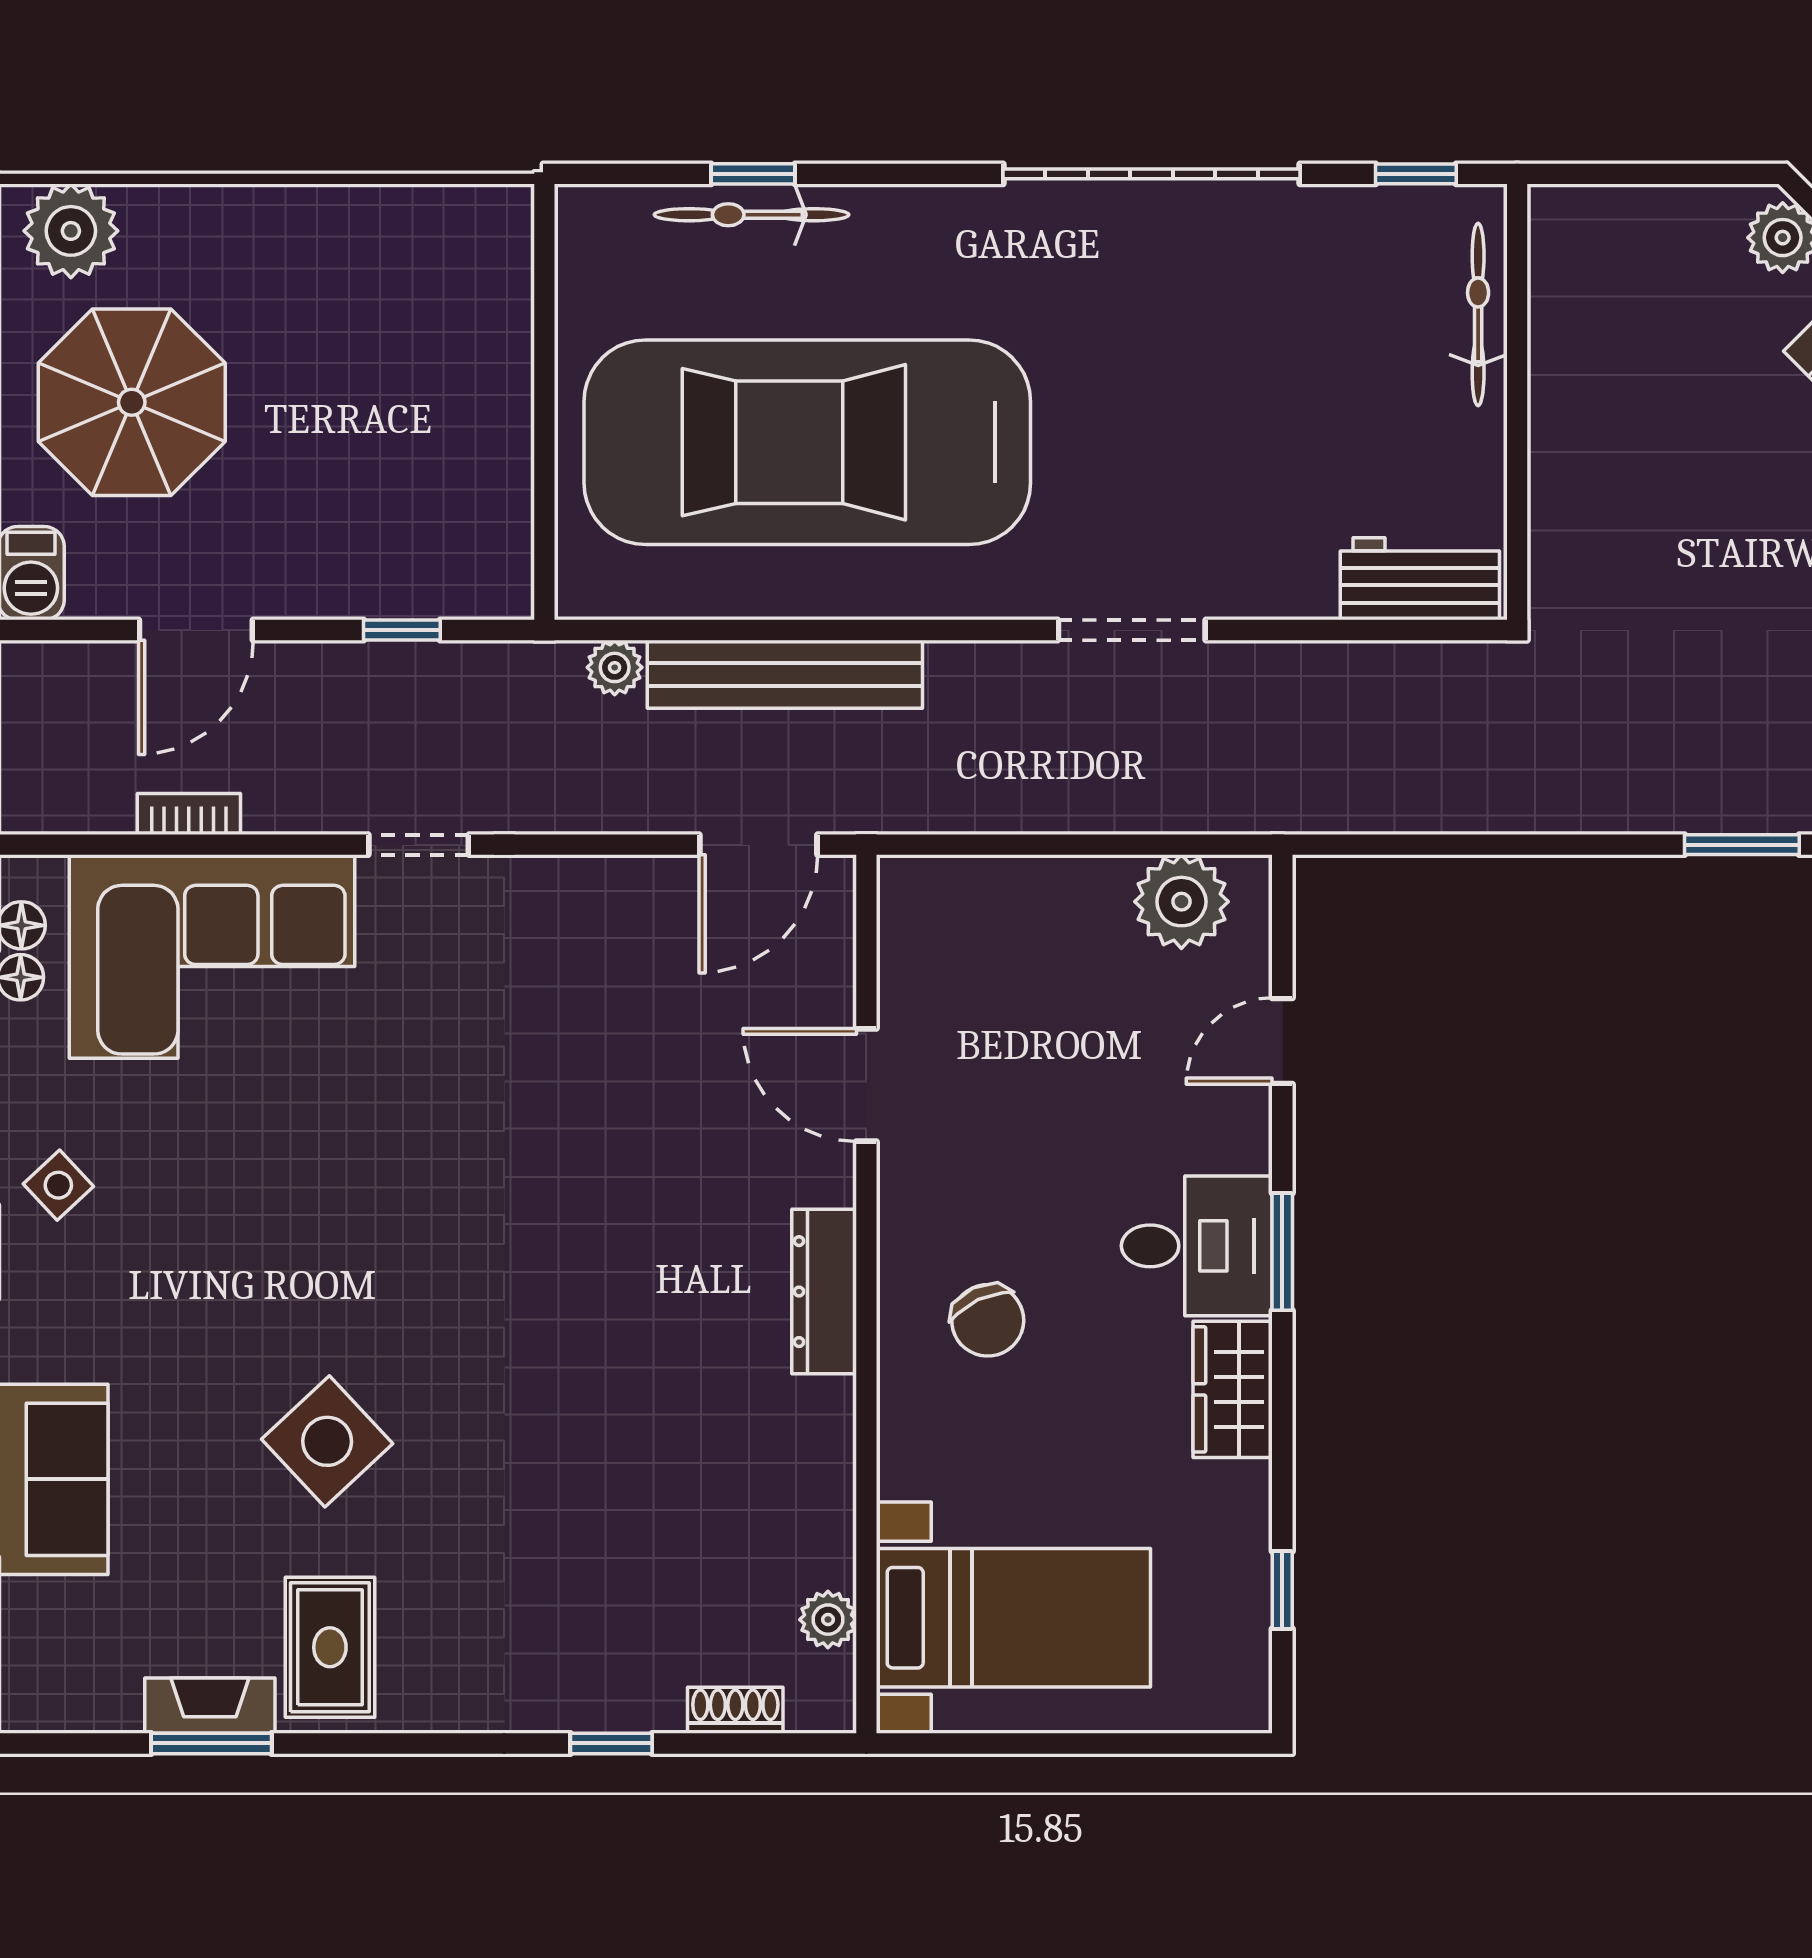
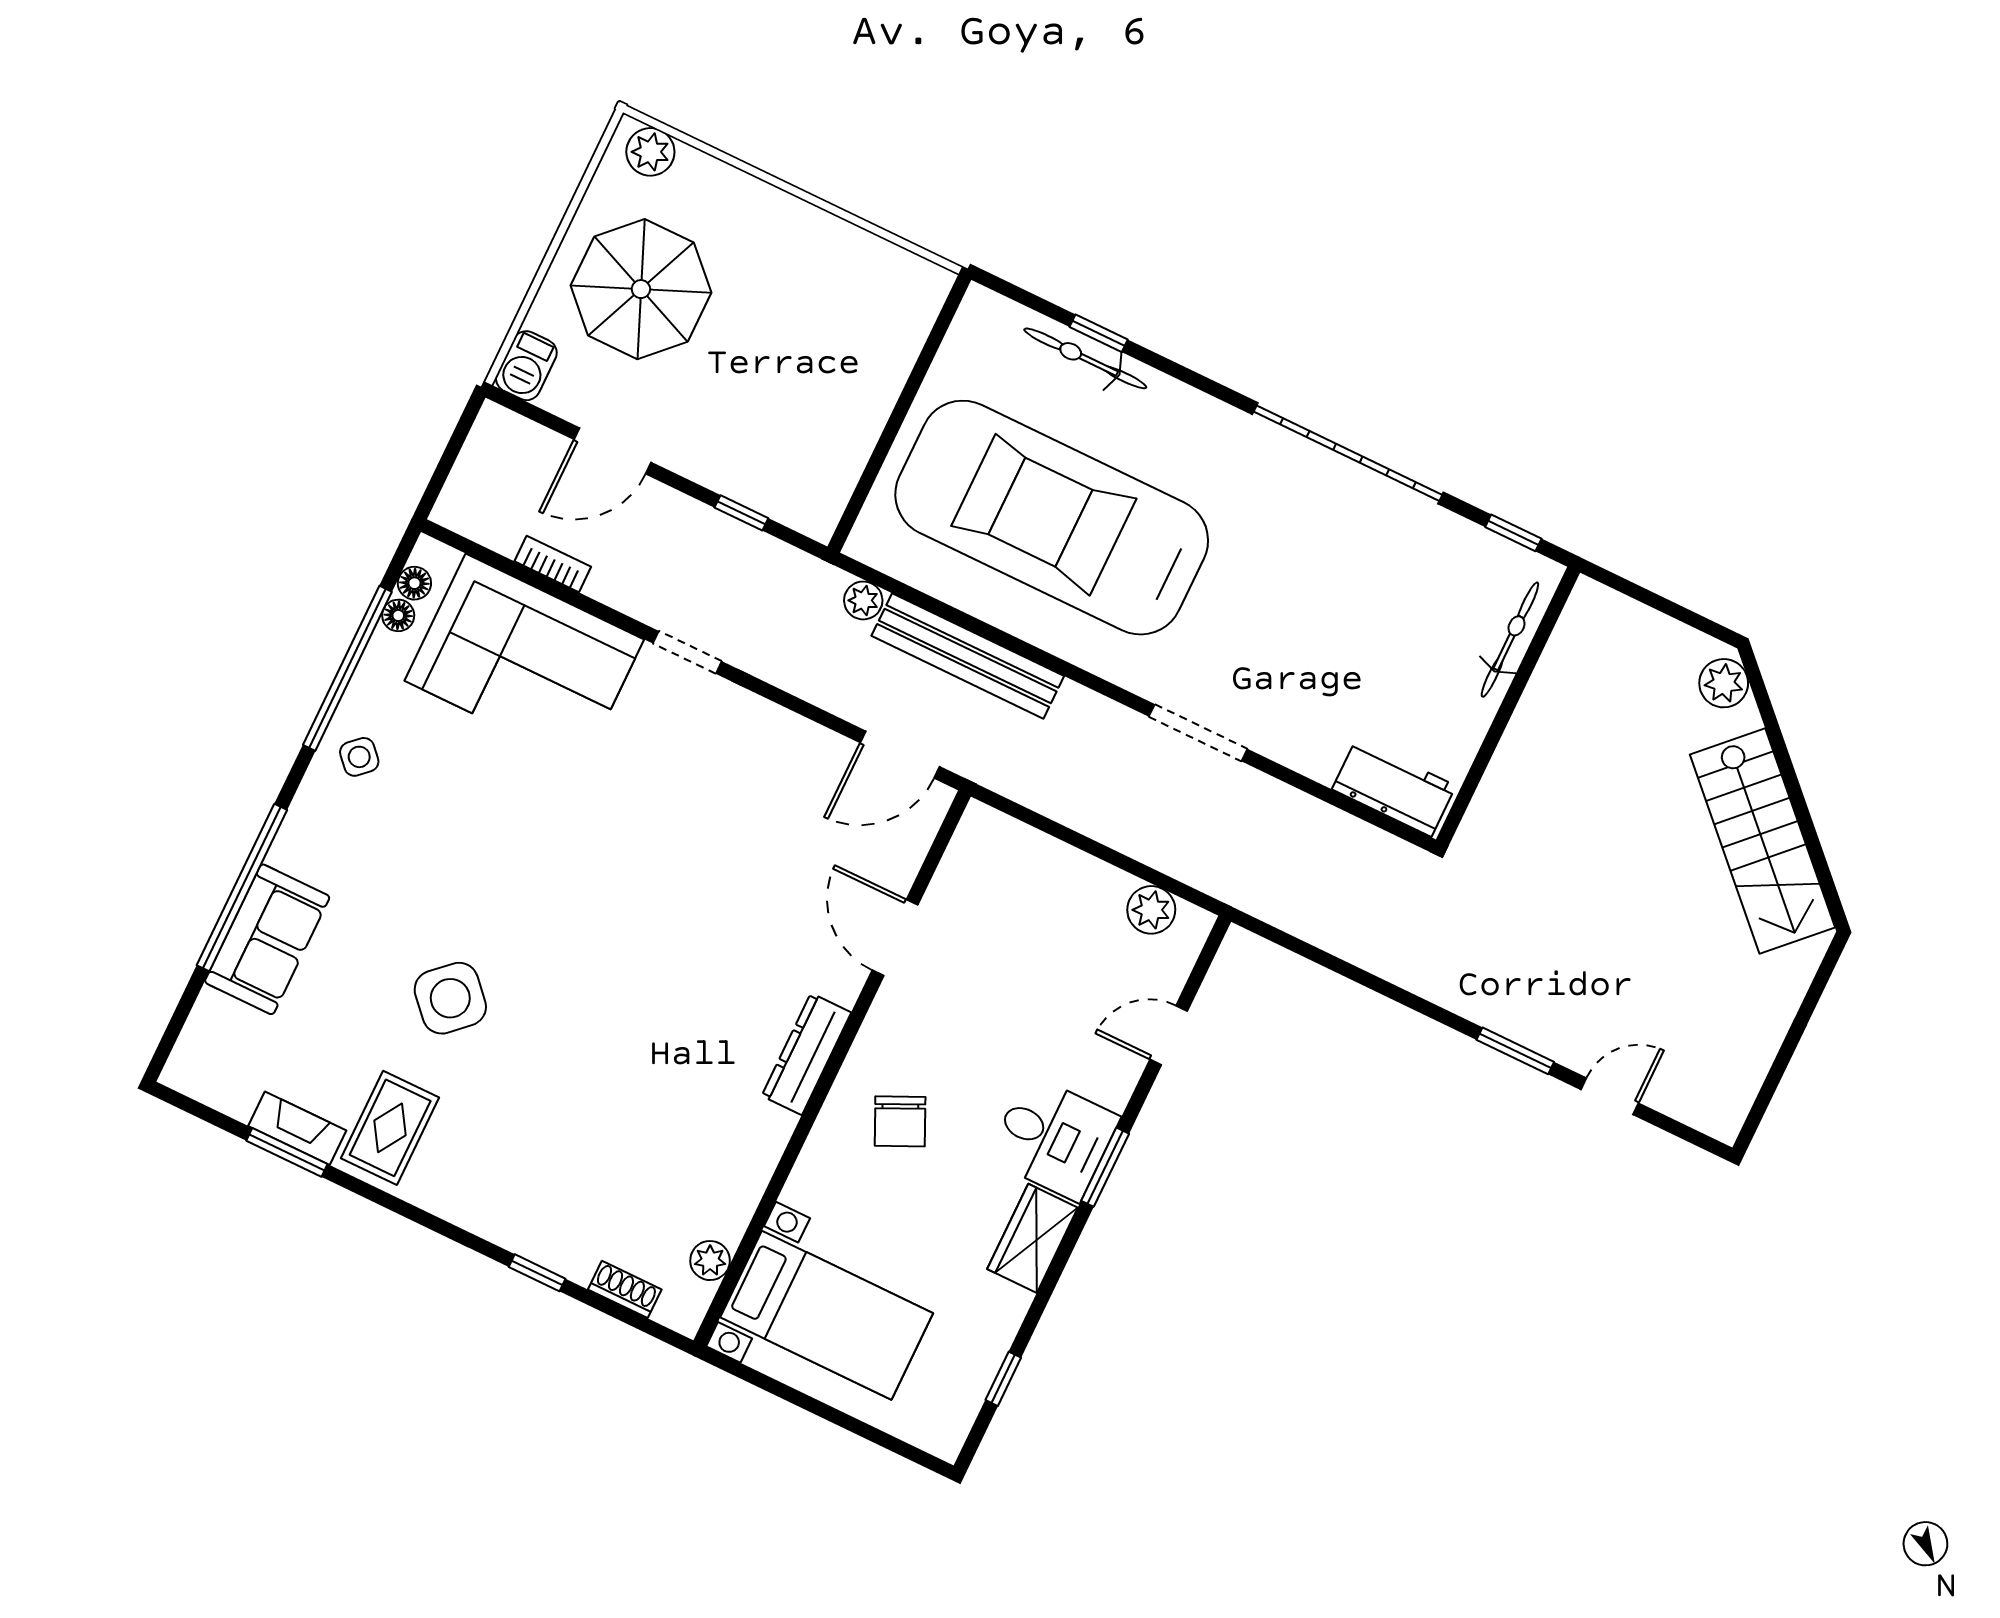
plant: (71, 231) -> (650, 152), width x0.73, depth x0.73
plant: (1181, 902) -> (1151, 910), width x0.73, depth x0.73

